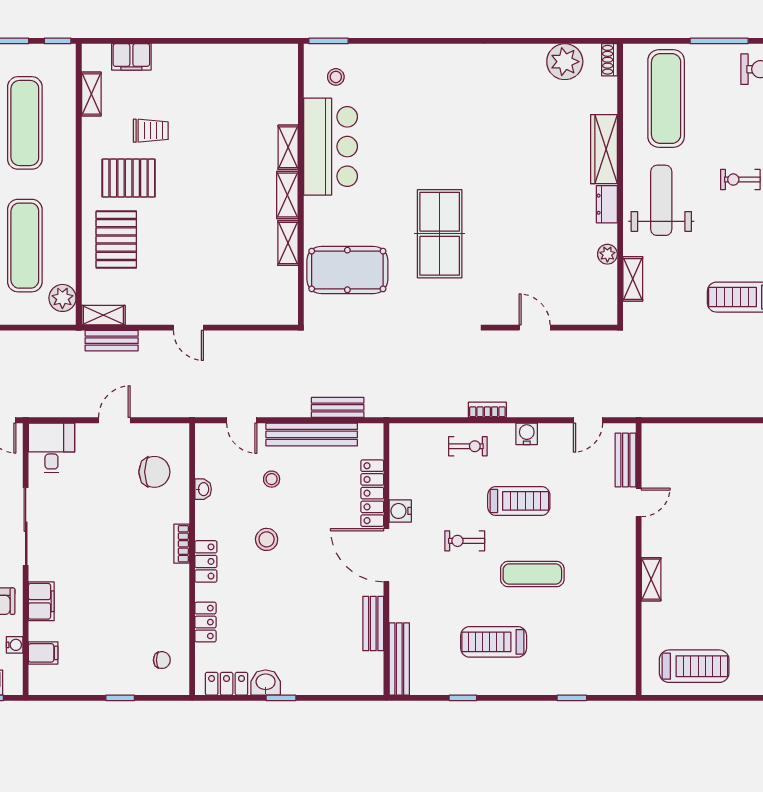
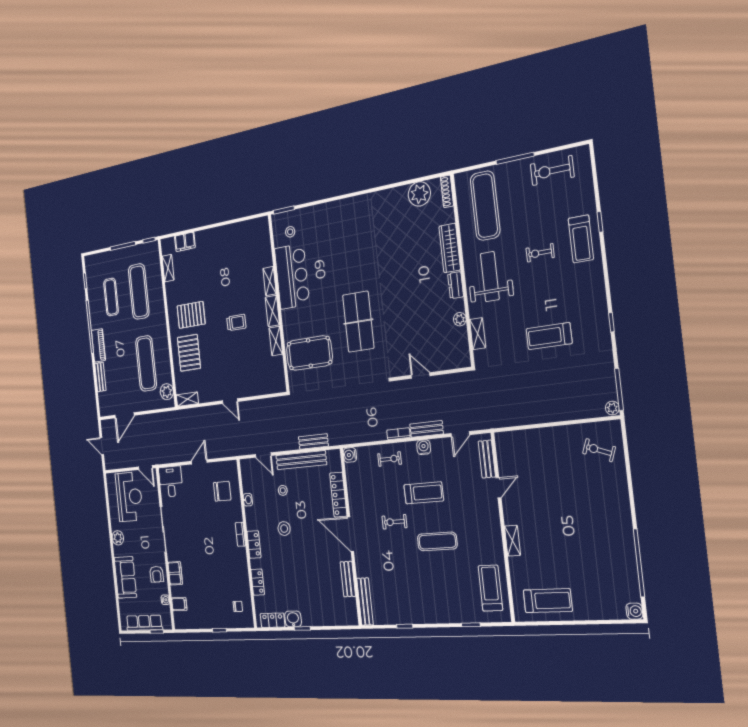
shoe rack: (609, 60) -> (447, 191), width x1.43
trolley: (151, 131) -> (236, 323), moved
bench: (112, 341) -> (427, 429), moved
water cooler: (400, 511) -> (350, 455), moved
treadmill: (494, 642) -> (490, 588), moved, turned 90

